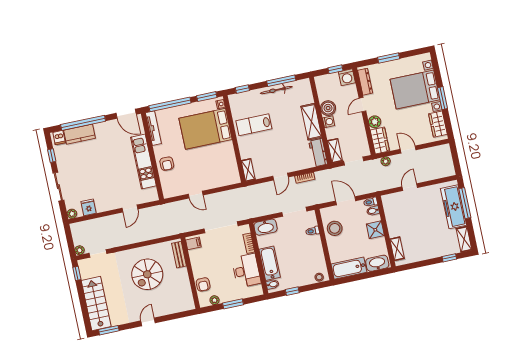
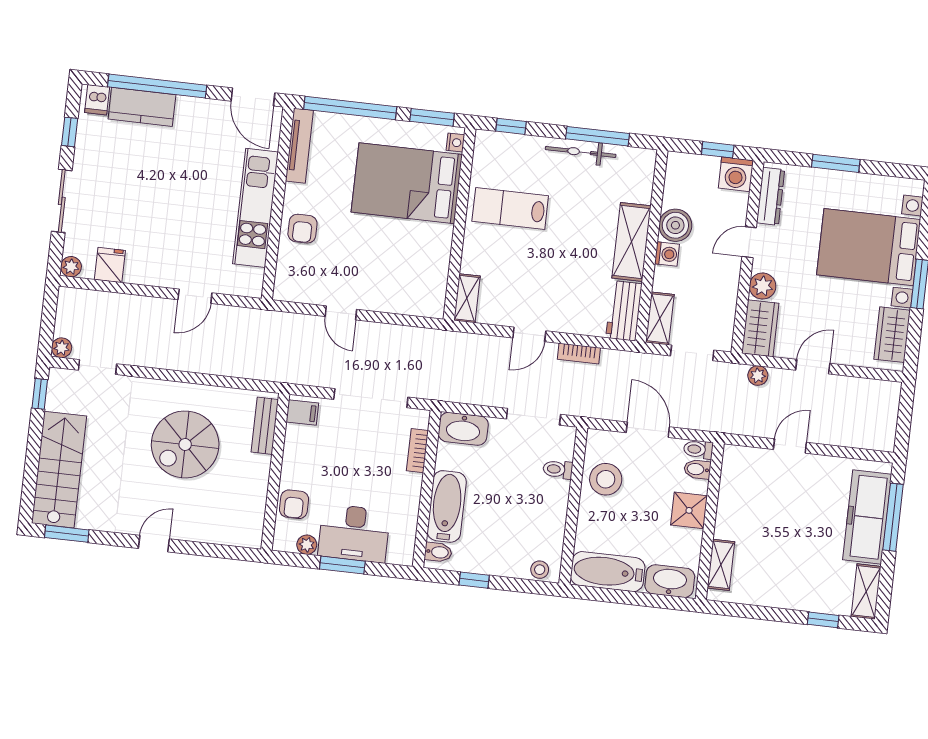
door: (408, 149) -> (813, 367), hinge flipped
desk: (246, 271) -> (354, 533), moved, turned 90

